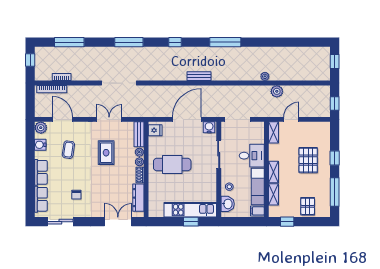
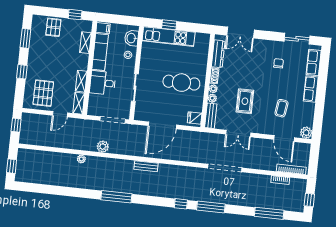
window: (175, 42) -> (181, 204), moved
plant: (277, 91) -> (103, 147), moved
water cooler: (209, 127) -> (141, 115), removed
water cooler: (40, 145) -> (309, 116), removed
pallet: (308, 160) -> (43, 93), moved
shelving: (274, 172) -> (81, 81), moved
window: (335, 192) -> (25, 38), width x0.69

